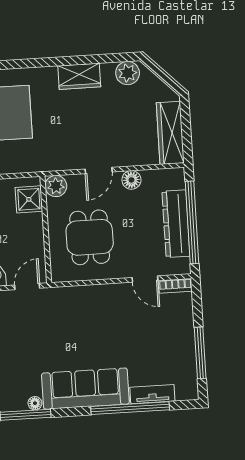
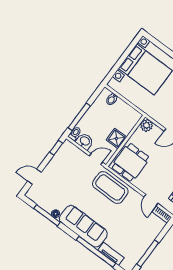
shower: (29, 199) -> (116, 138), moved
dining table: (90, 237) -> (130, 162), moved
coffee table: (78, 308) -> (110, 188), added

